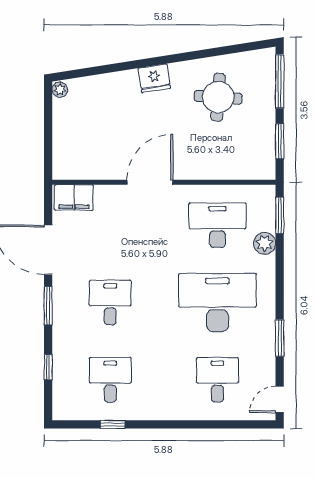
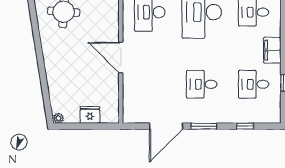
fridge: (154, 78) -> (90, 115), moved, turned -81
filing cabinet: (74, 198) -> (272, 50), moved, turned 180

